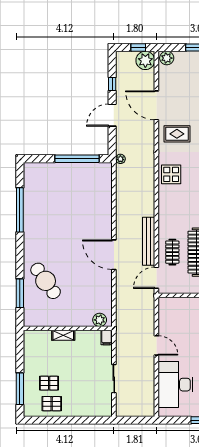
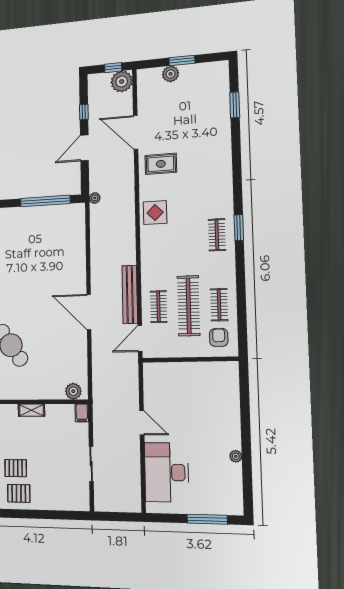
plant: (167, 58) -> (170, 74), moved

